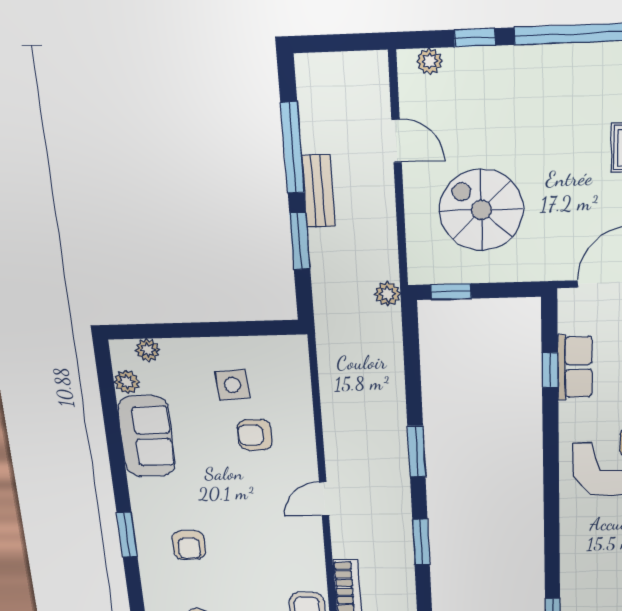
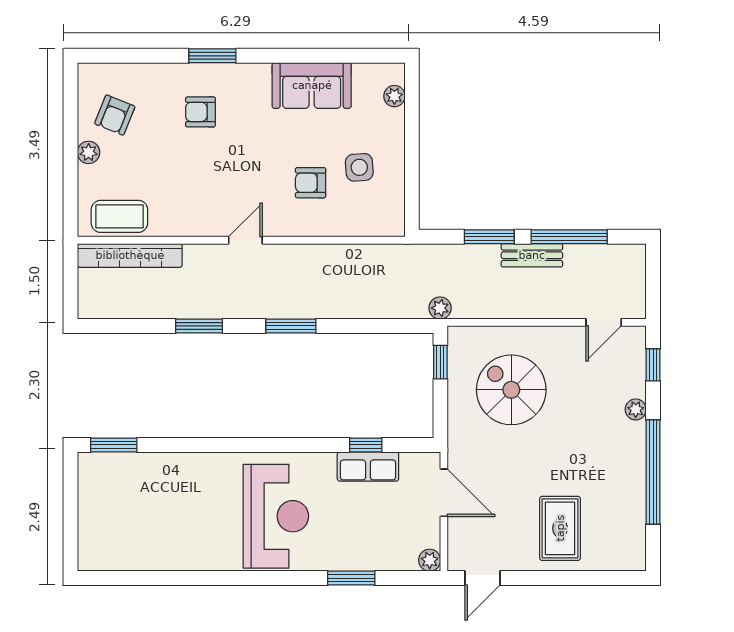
window: (475, 38) -> (653, 365), moved
plant: (430, 61) -> (636, 409), moved
door: (397, 141) -> (604, 322), moved
spiral stairs: (481, 210) -> (511, 390), turned -90
plant: (127, 382) -> (365, 74), removed
armchair: (255, 435) -> (311, 183), turned -90
door: (324, 499) -> (245, 240), hinge flipped

